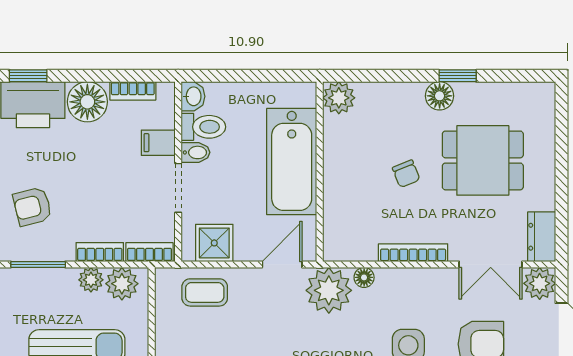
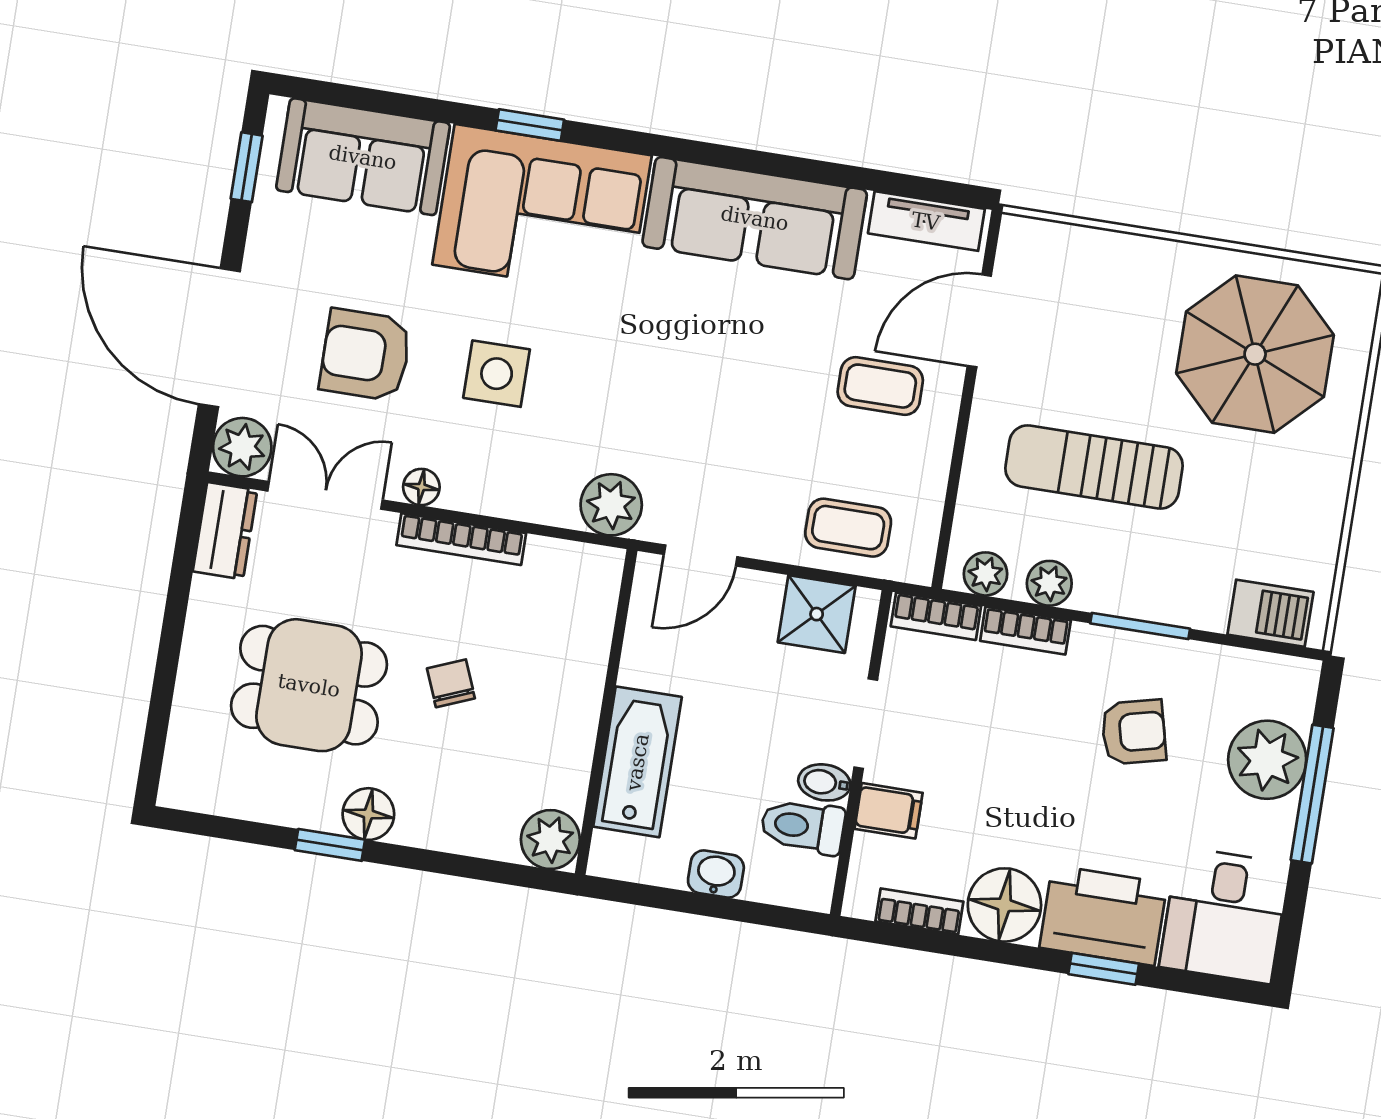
washbasin: (193, 96) -> (716, 874), moved, turned 90
bathtub: (292, 162) -> (637, 762), width x0.73, depth x0.73
floor lamp: (364, 277) -> (421, 487), moved
plant: (122, 284) -> (986, 574), width x0.73, depth x0.73
plant: (329, 290) -> (611, 505), width x0.73, depth x0.73

